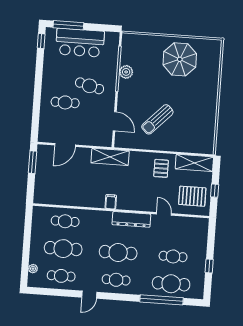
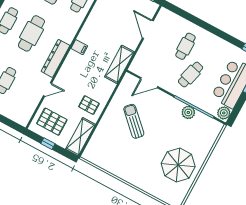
plant: (112, 38) -> (224, 113), added
pallet: (192, 196) -> (52, 122), turned 90

